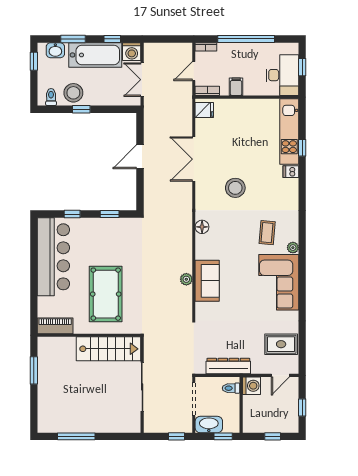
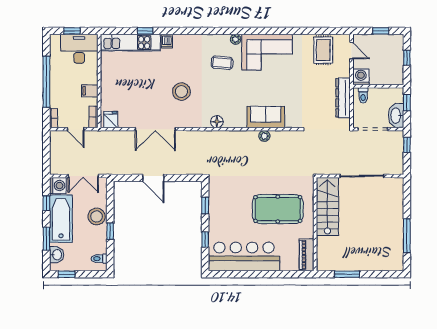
stool: (73, 93) -> (97, 216), moved

